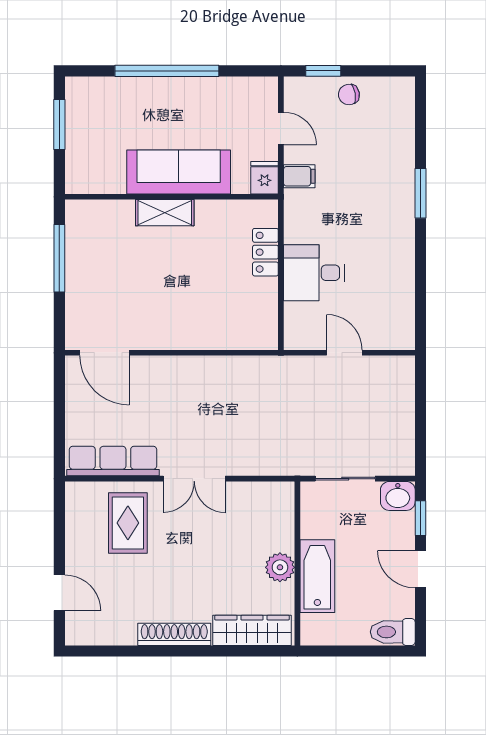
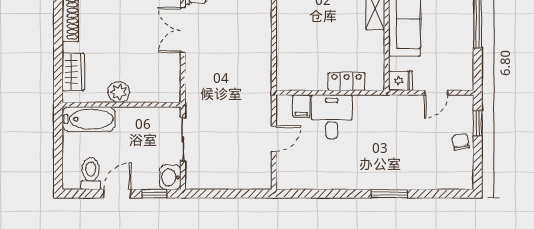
filing cabinet: (299, 176) -> (301, 106), moved
bathtub: (317, 576) -> (89, 119), moved
wardrobe: (252, 630) -> (73, 72), width x0.67
toilet: (393, 632) -> (91, 174), moved

